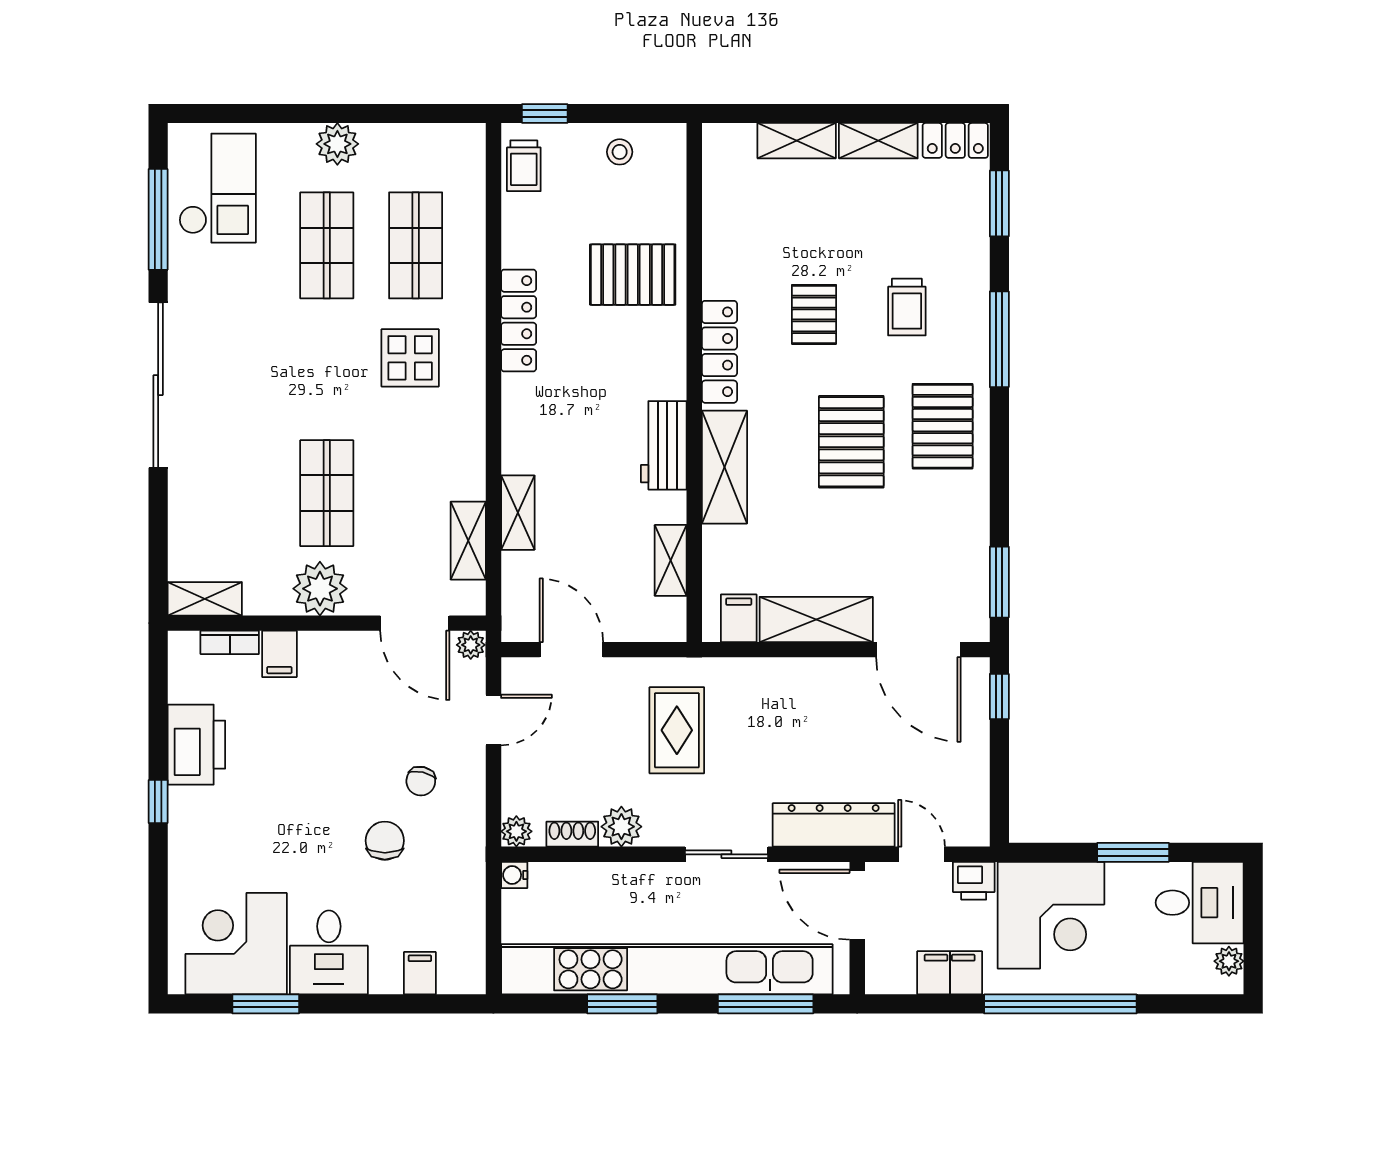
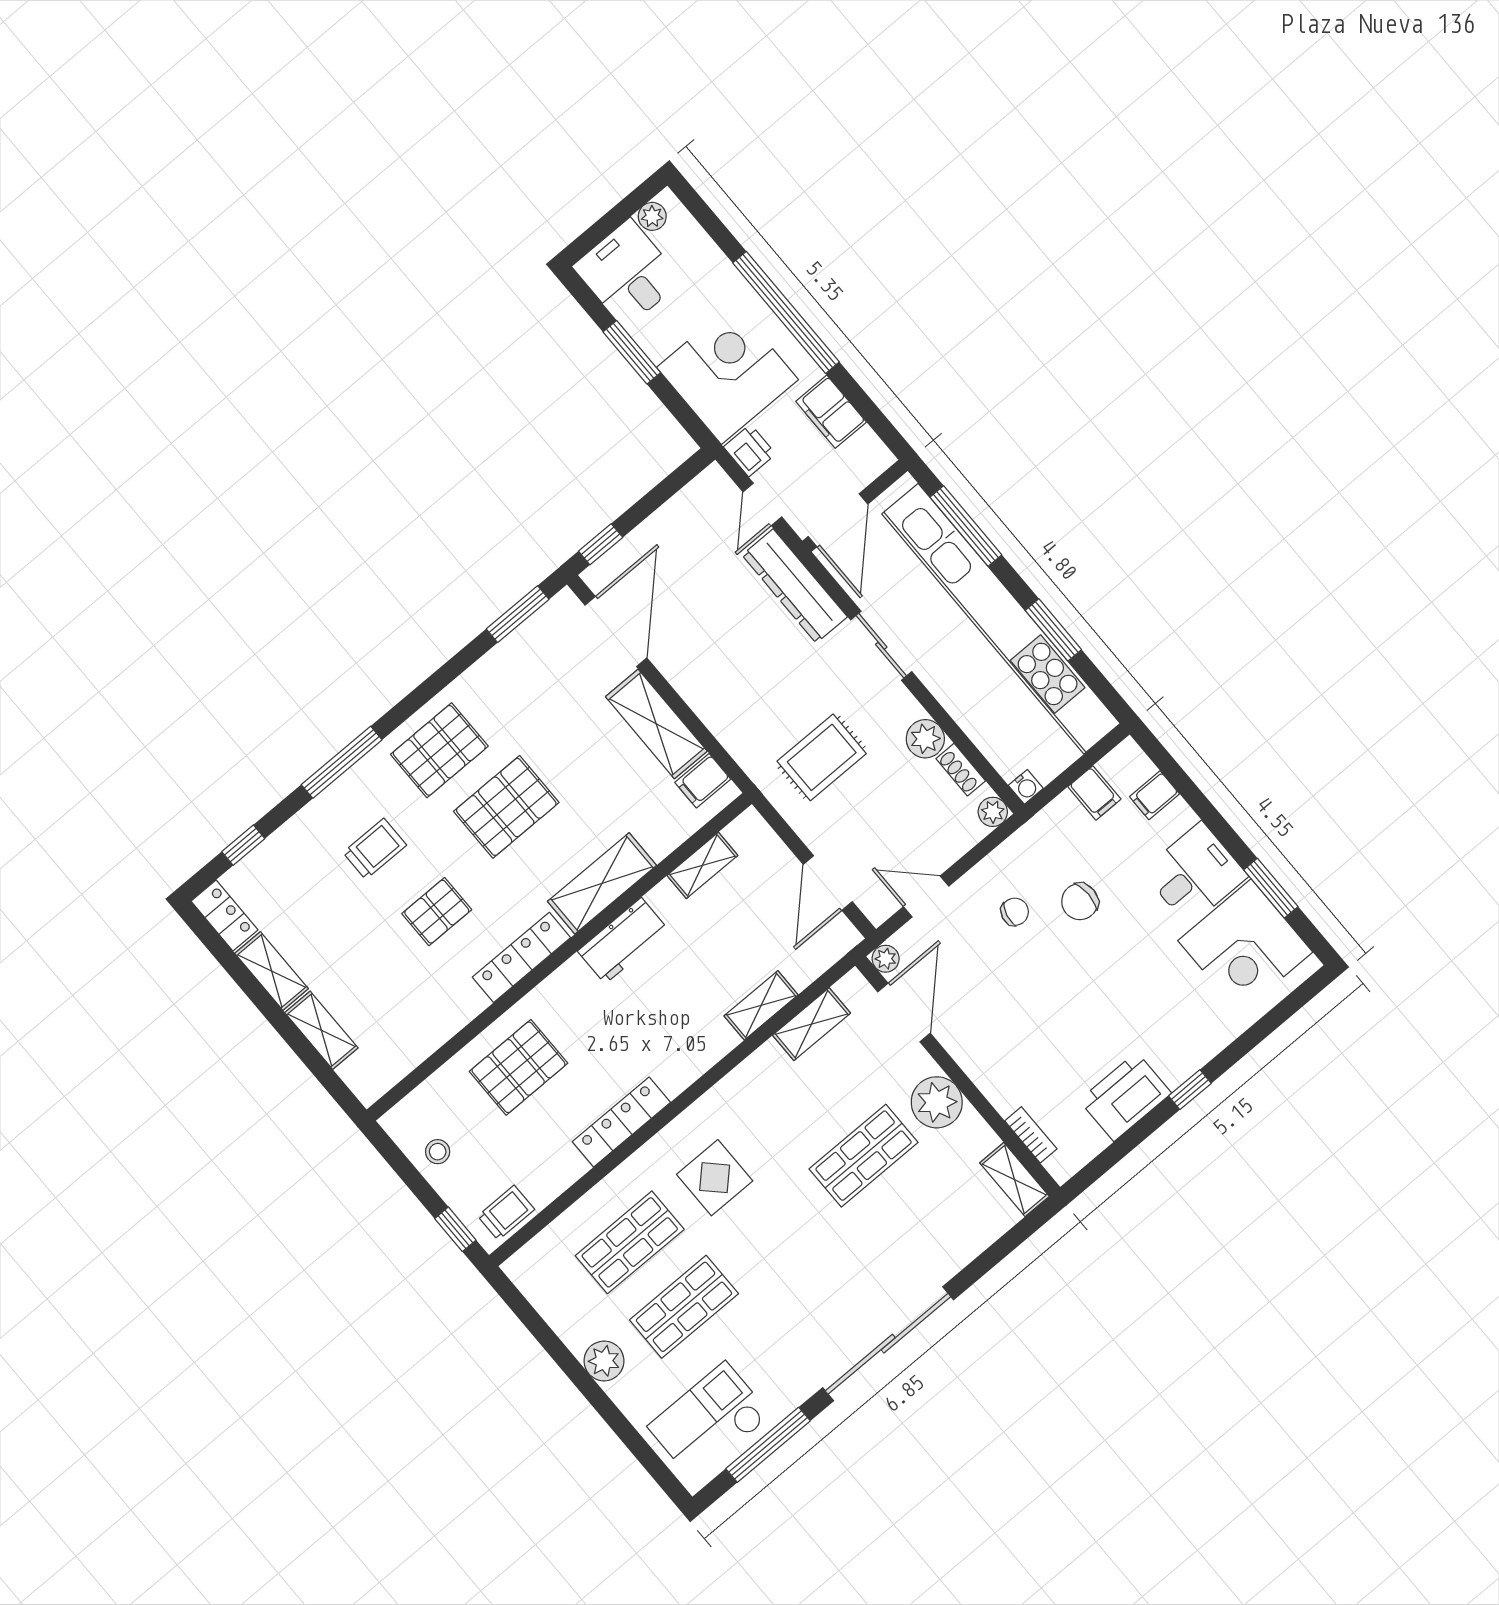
window: (999, 203) -> (243, 845), width x0.67
pallet: (633, 275) -> (519, 1067), turned 90
filing cabinet: (279, 654) -> (1094, 793), moved, turned 90

